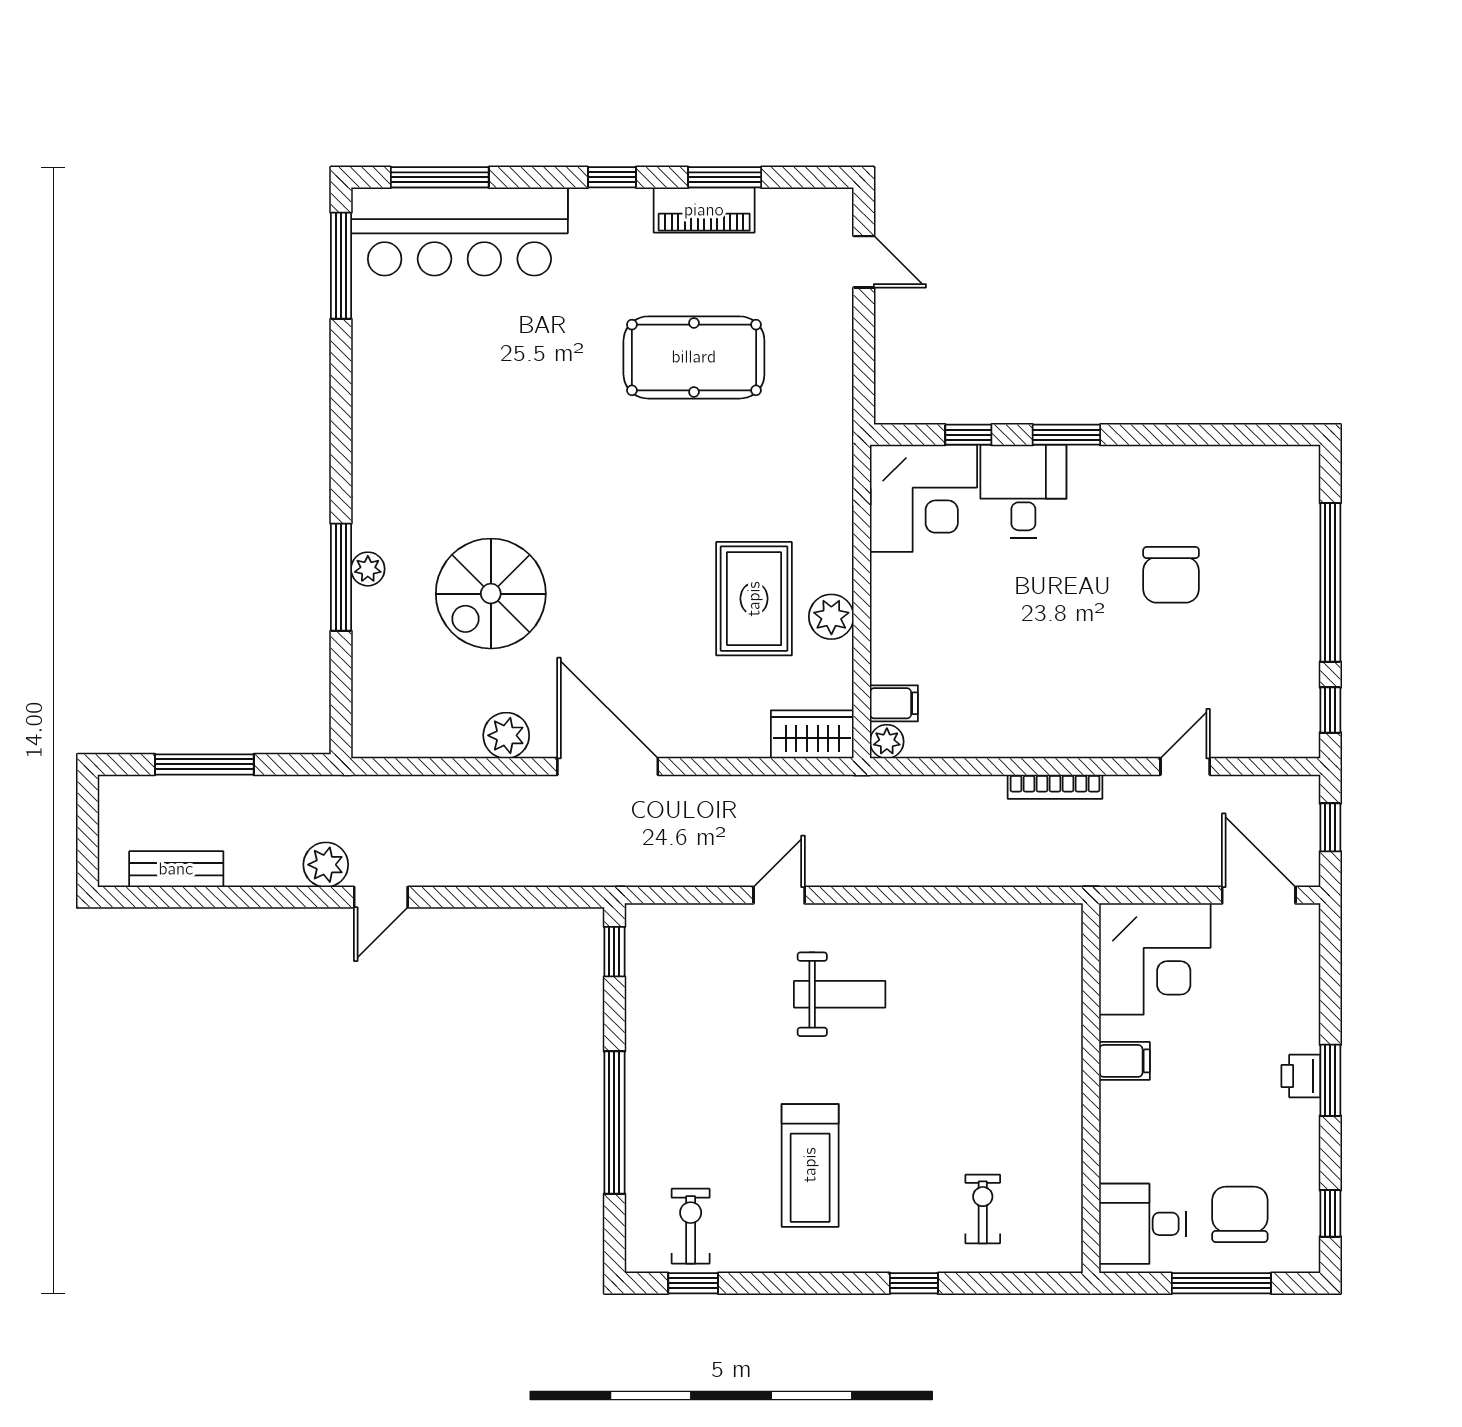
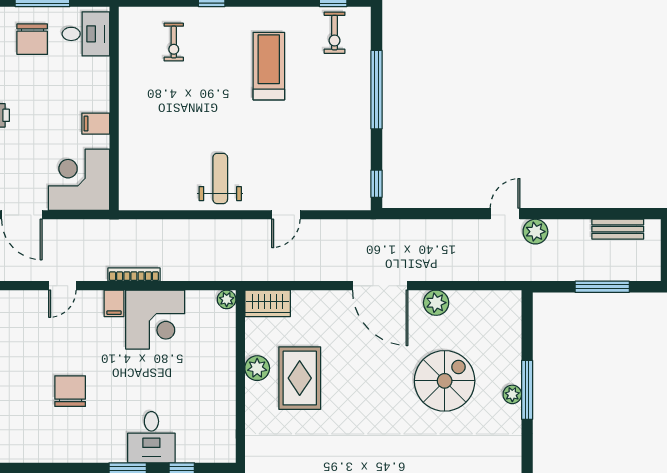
corner desk: (923, 498) -> (155, 320), moved, turned 180
filing cabinet: (894, 703) -> (114, 303), moved, turned -90
weight bench: (840, 994) -> (220, 178), moved, turned 90

